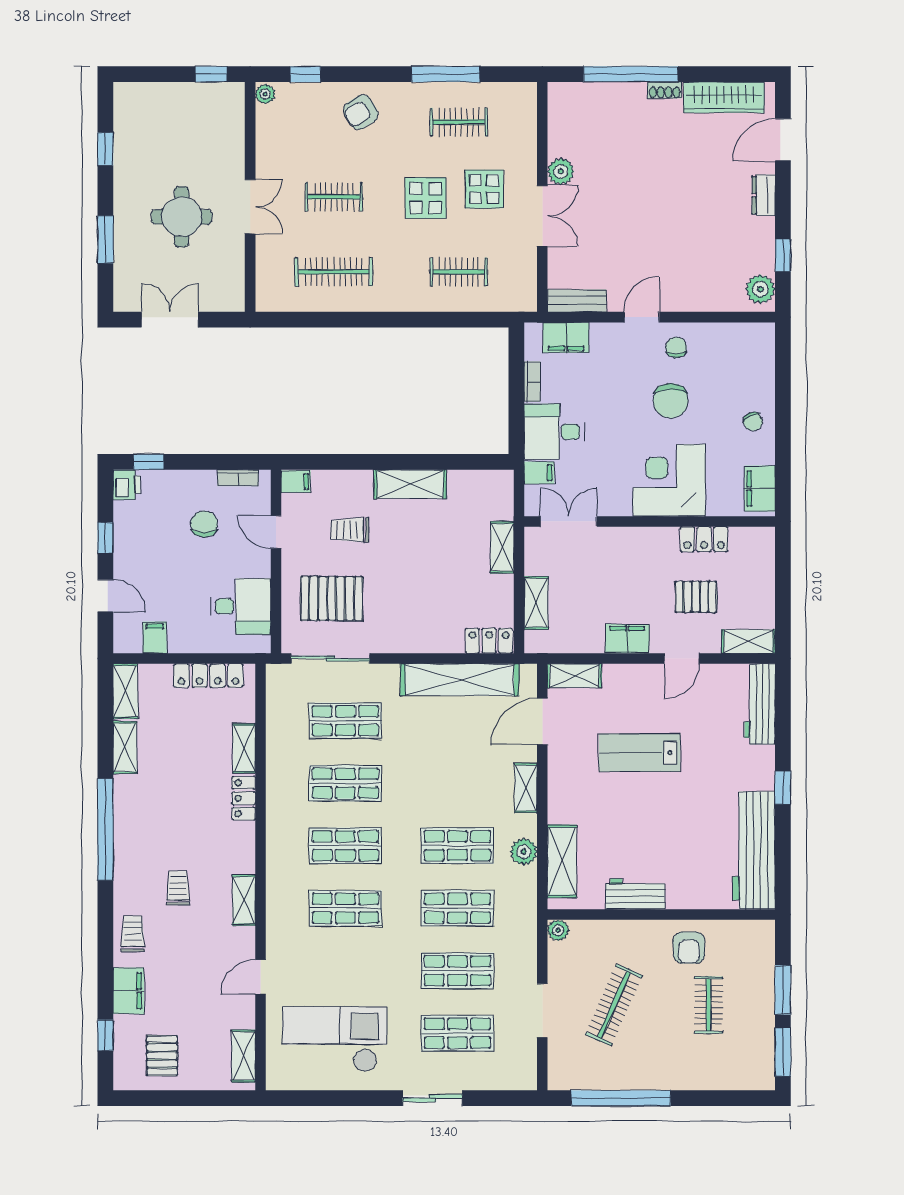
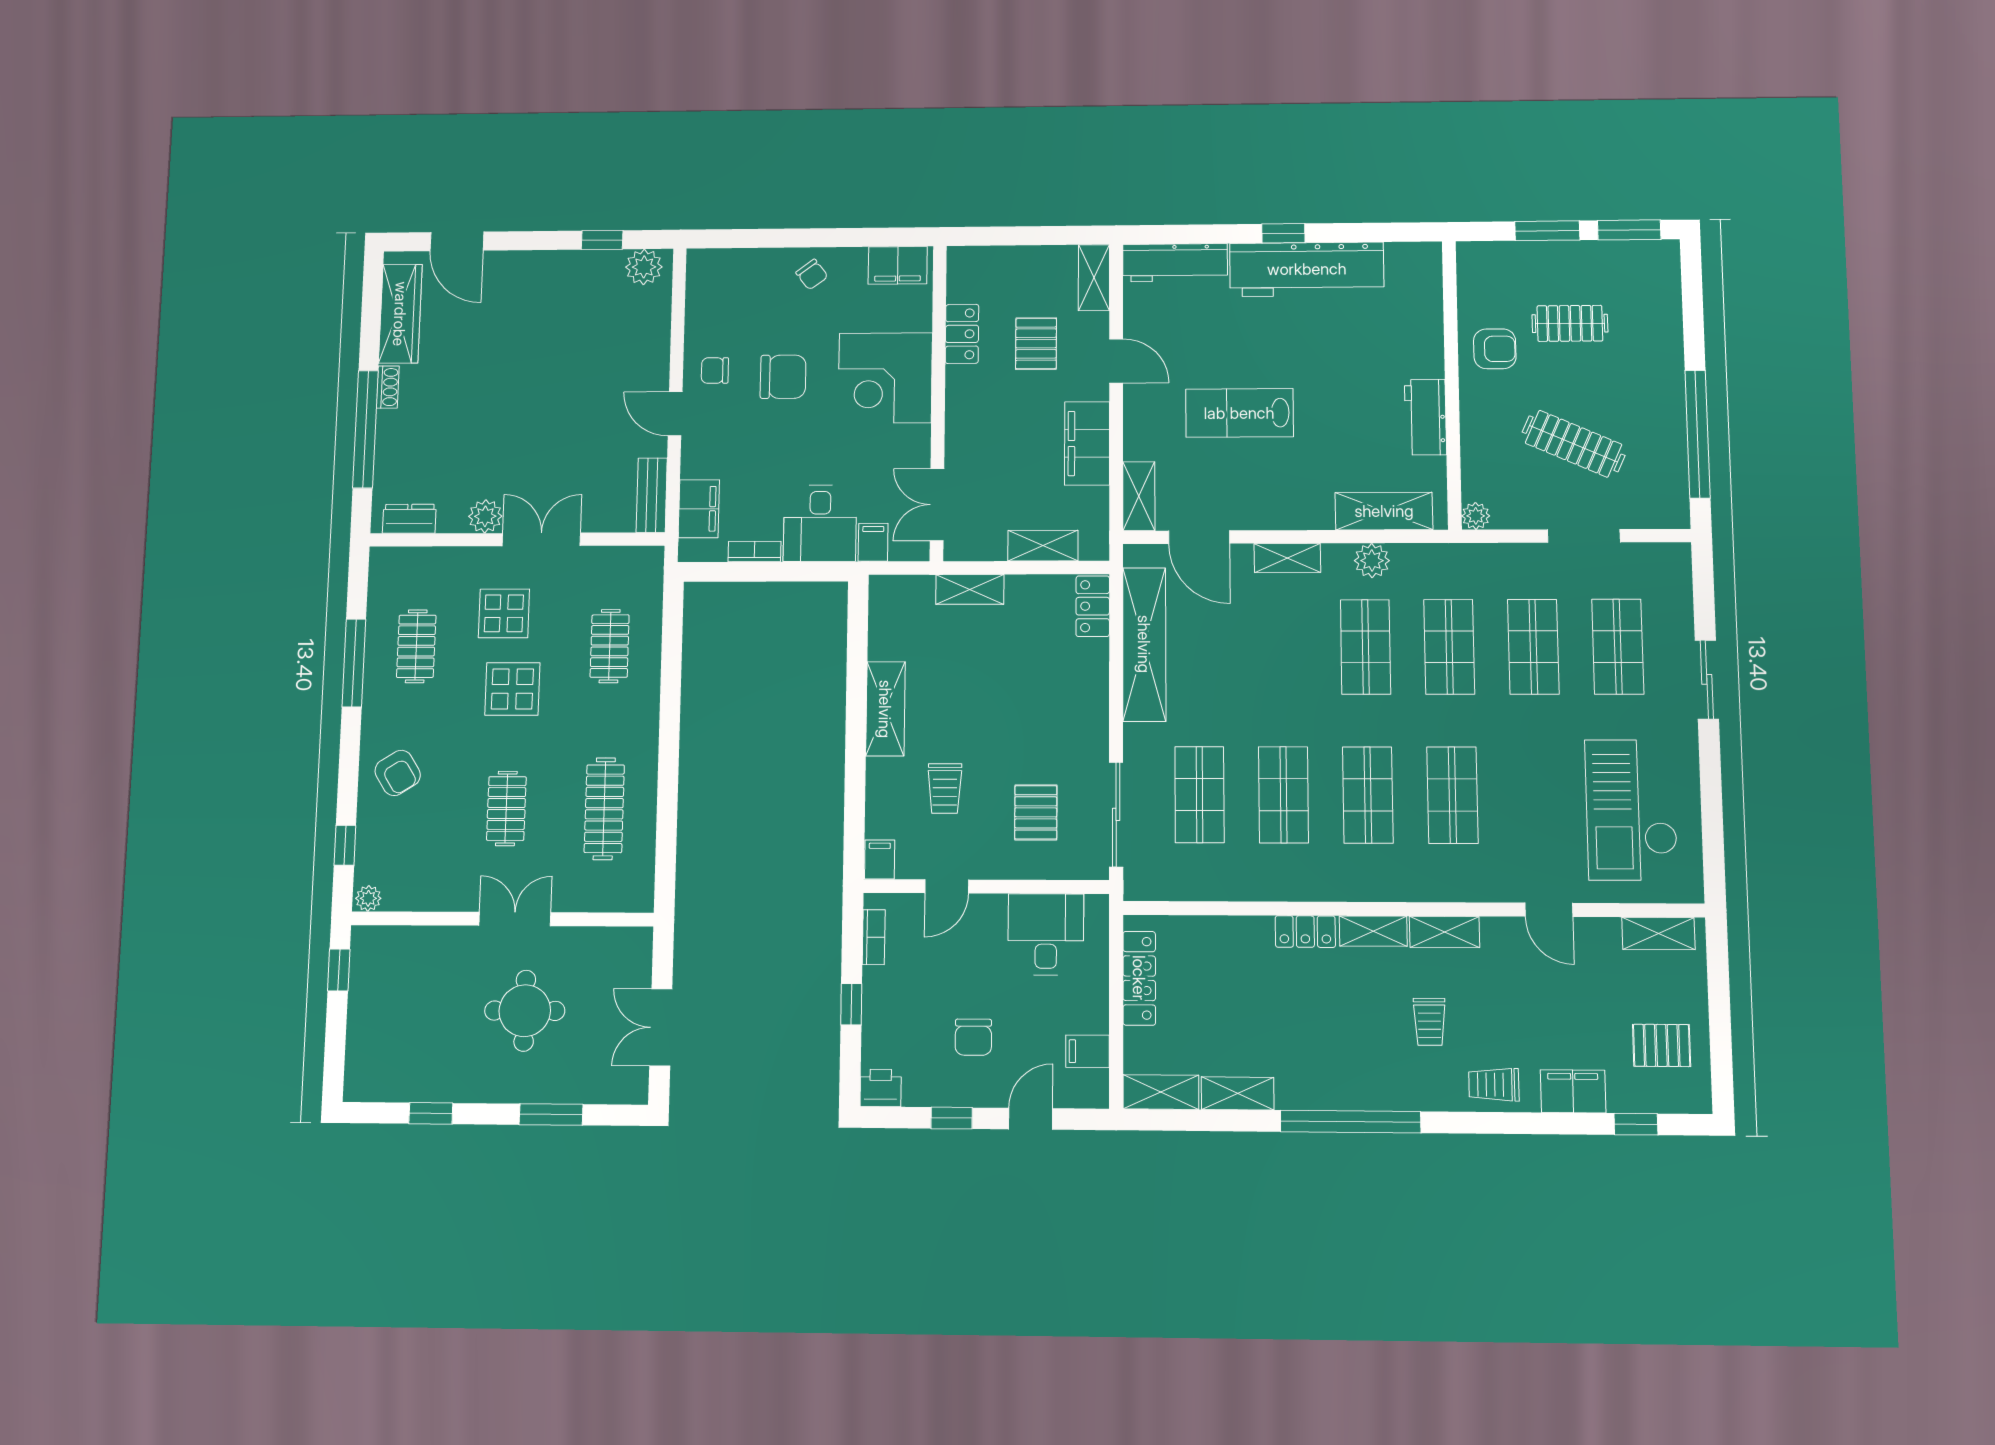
dresser: (763, 195) -> (409, 519), moved, turned 180
chair: (753, 421) -> (812, 274), turned 80
window: (149, 462) -> (851, 1004), moved
chair: (204, 524) -> (973, 1037), moved, turned -90
pallet: (332, 598) -> (1036, 812), width x0.67, depth x0.71
filing cabinet: (627, 639) -> (1087, 443), width x1.50, depth x1.17
shelving: (244, 748) -> (1373, 931), moved
lab bench: (640, 753) -> (1239, 413), turned 90
workbench: (754, 850) -> (1307, 269), moved
trolley: (178, 888) -> (1429, 1022), turned -90

